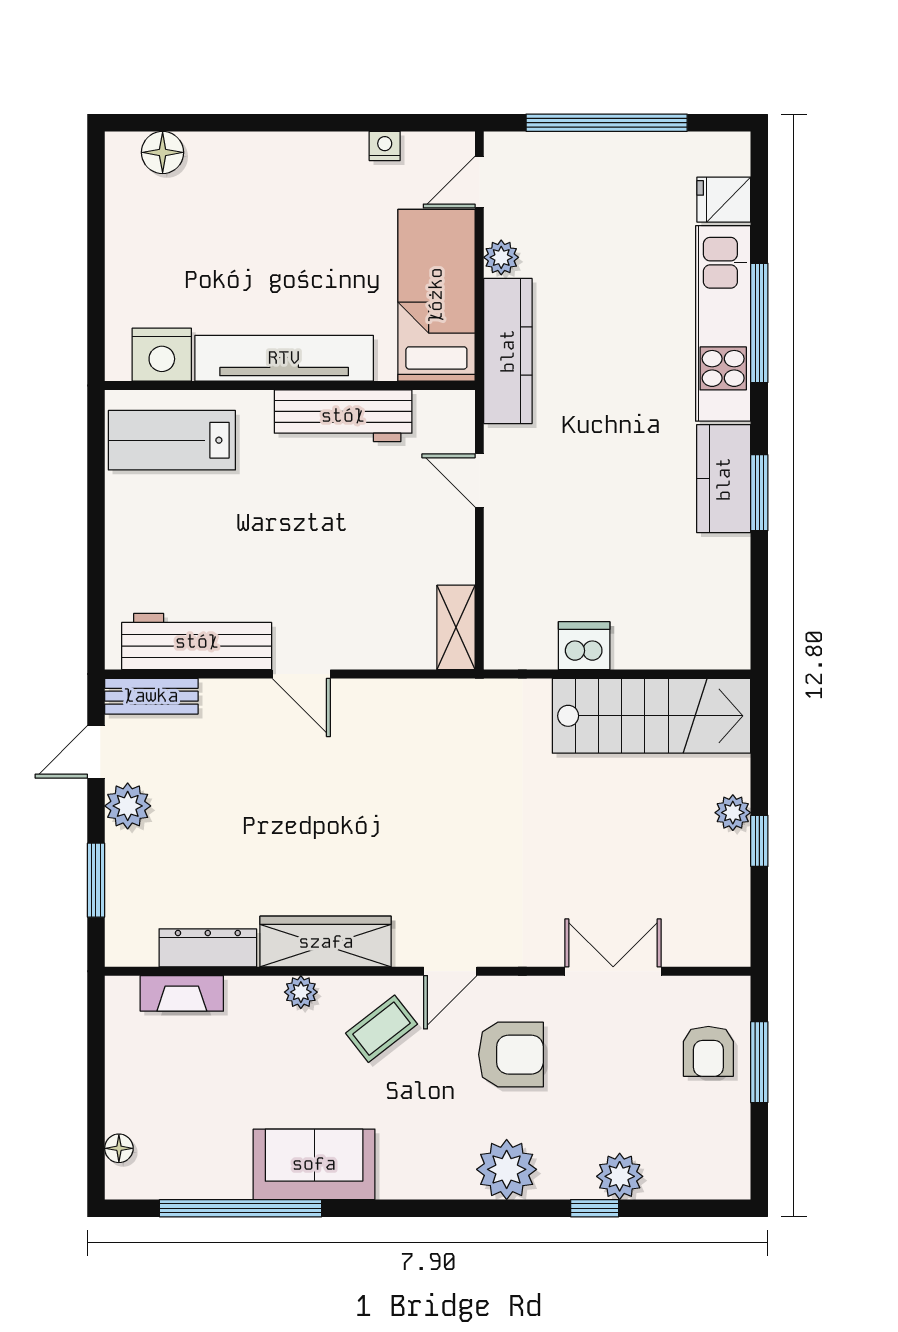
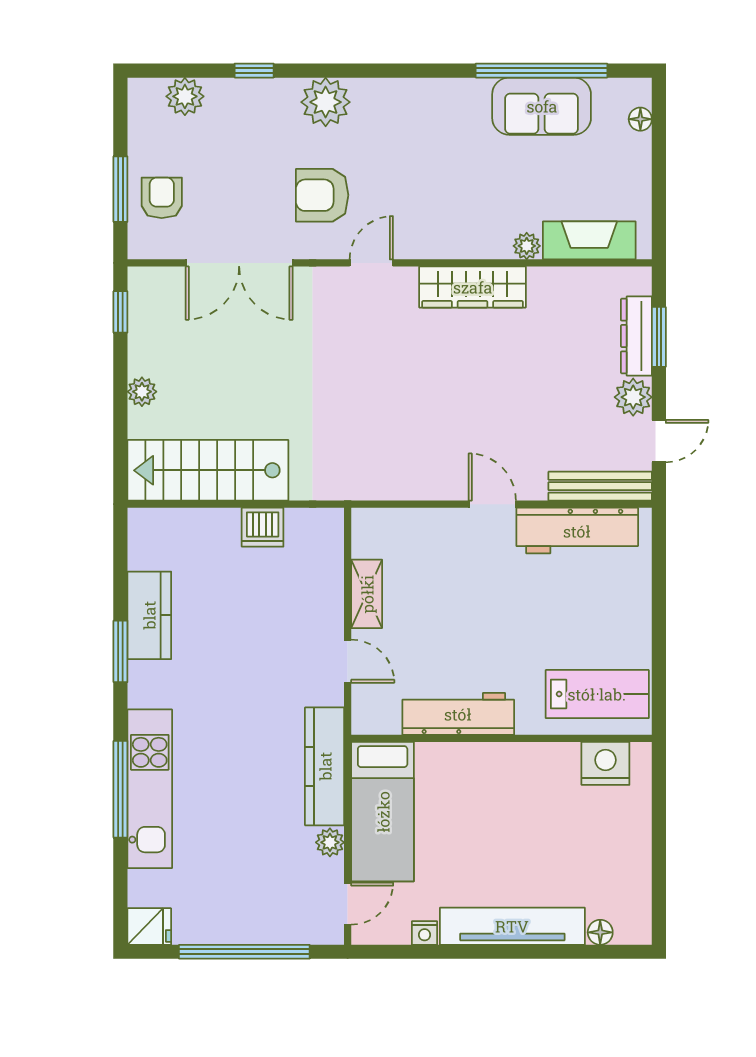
floor lamp: (163, 152) -> (600, 932), width x0.73, depth x0.73
fridge: (724, 200) -> (149, 926), moved
tv unit: (284, 358) -> (512, 926), moved, turned 180
kitchen counter: (724, 479) -> (149, 615), moved
shelving: (456, 627) -> (367, 594), moved
bench: (151, 696) -> (600, 486), width x1.36
window: (759, 841) -> (120, 312), moved
dresser: (208, 948) -> (636, 336), moved, turned 90
double door: (613, 971) -> (239, 263), width x1.37
plant: (301, 992) -> (527, 246), moved
fireplace: (182, 993) -> (589, 240), width x1.37, depth x1.32
coffee table: (382, 1029) -> (427, 216), removed
sofa: (314, 1164) -> (542, 106), moved
plant: (620, 1176) -> (185, 96), moved

